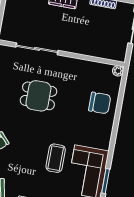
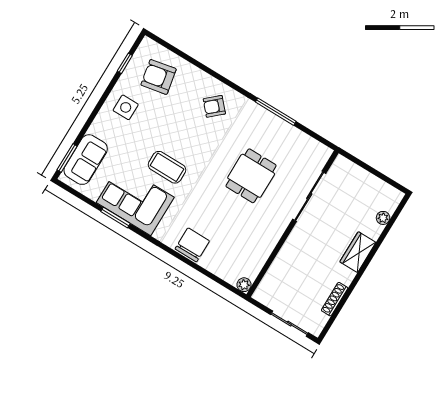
chair: (100, 103) -> (192, 245), moved, turned 180

